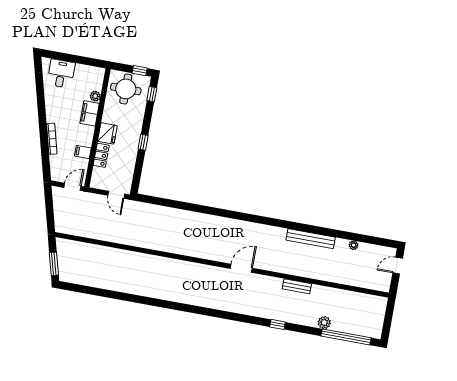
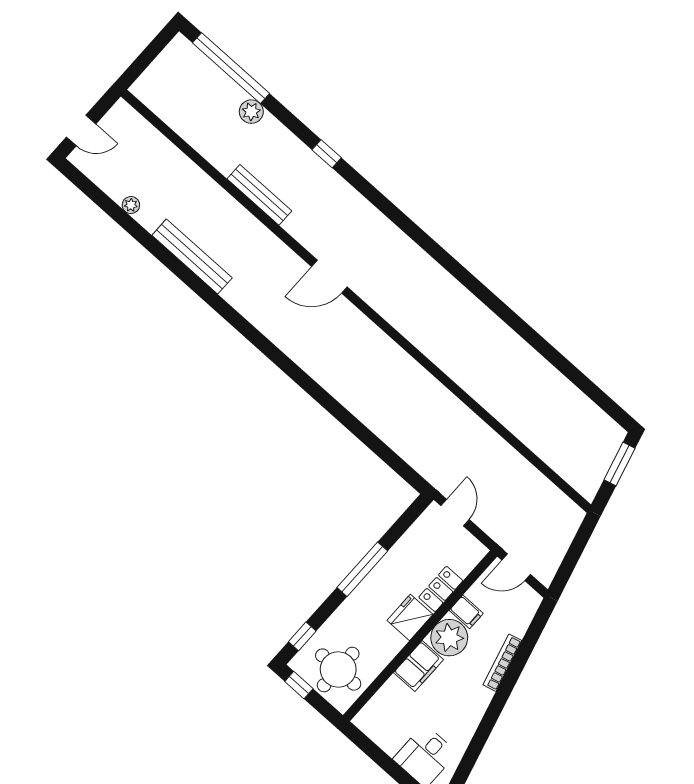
plant: (95, 96) -> (449, 638), moved, width x1.87, depth x1.87
window: (143, 142) -> (362, 569), width x2.17
bench: (297, 286) -> (259, 195), width x1.36

